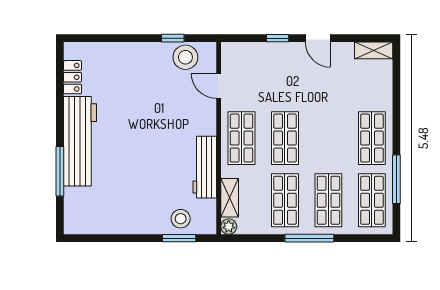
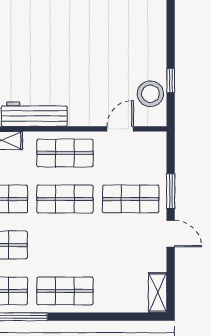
window: (278, 38) -> (171, 191), width x1.50
door: (318, 38) -> (171, 234), swing flipped
shop shelf: (285, 76) -> (131, 199), added

